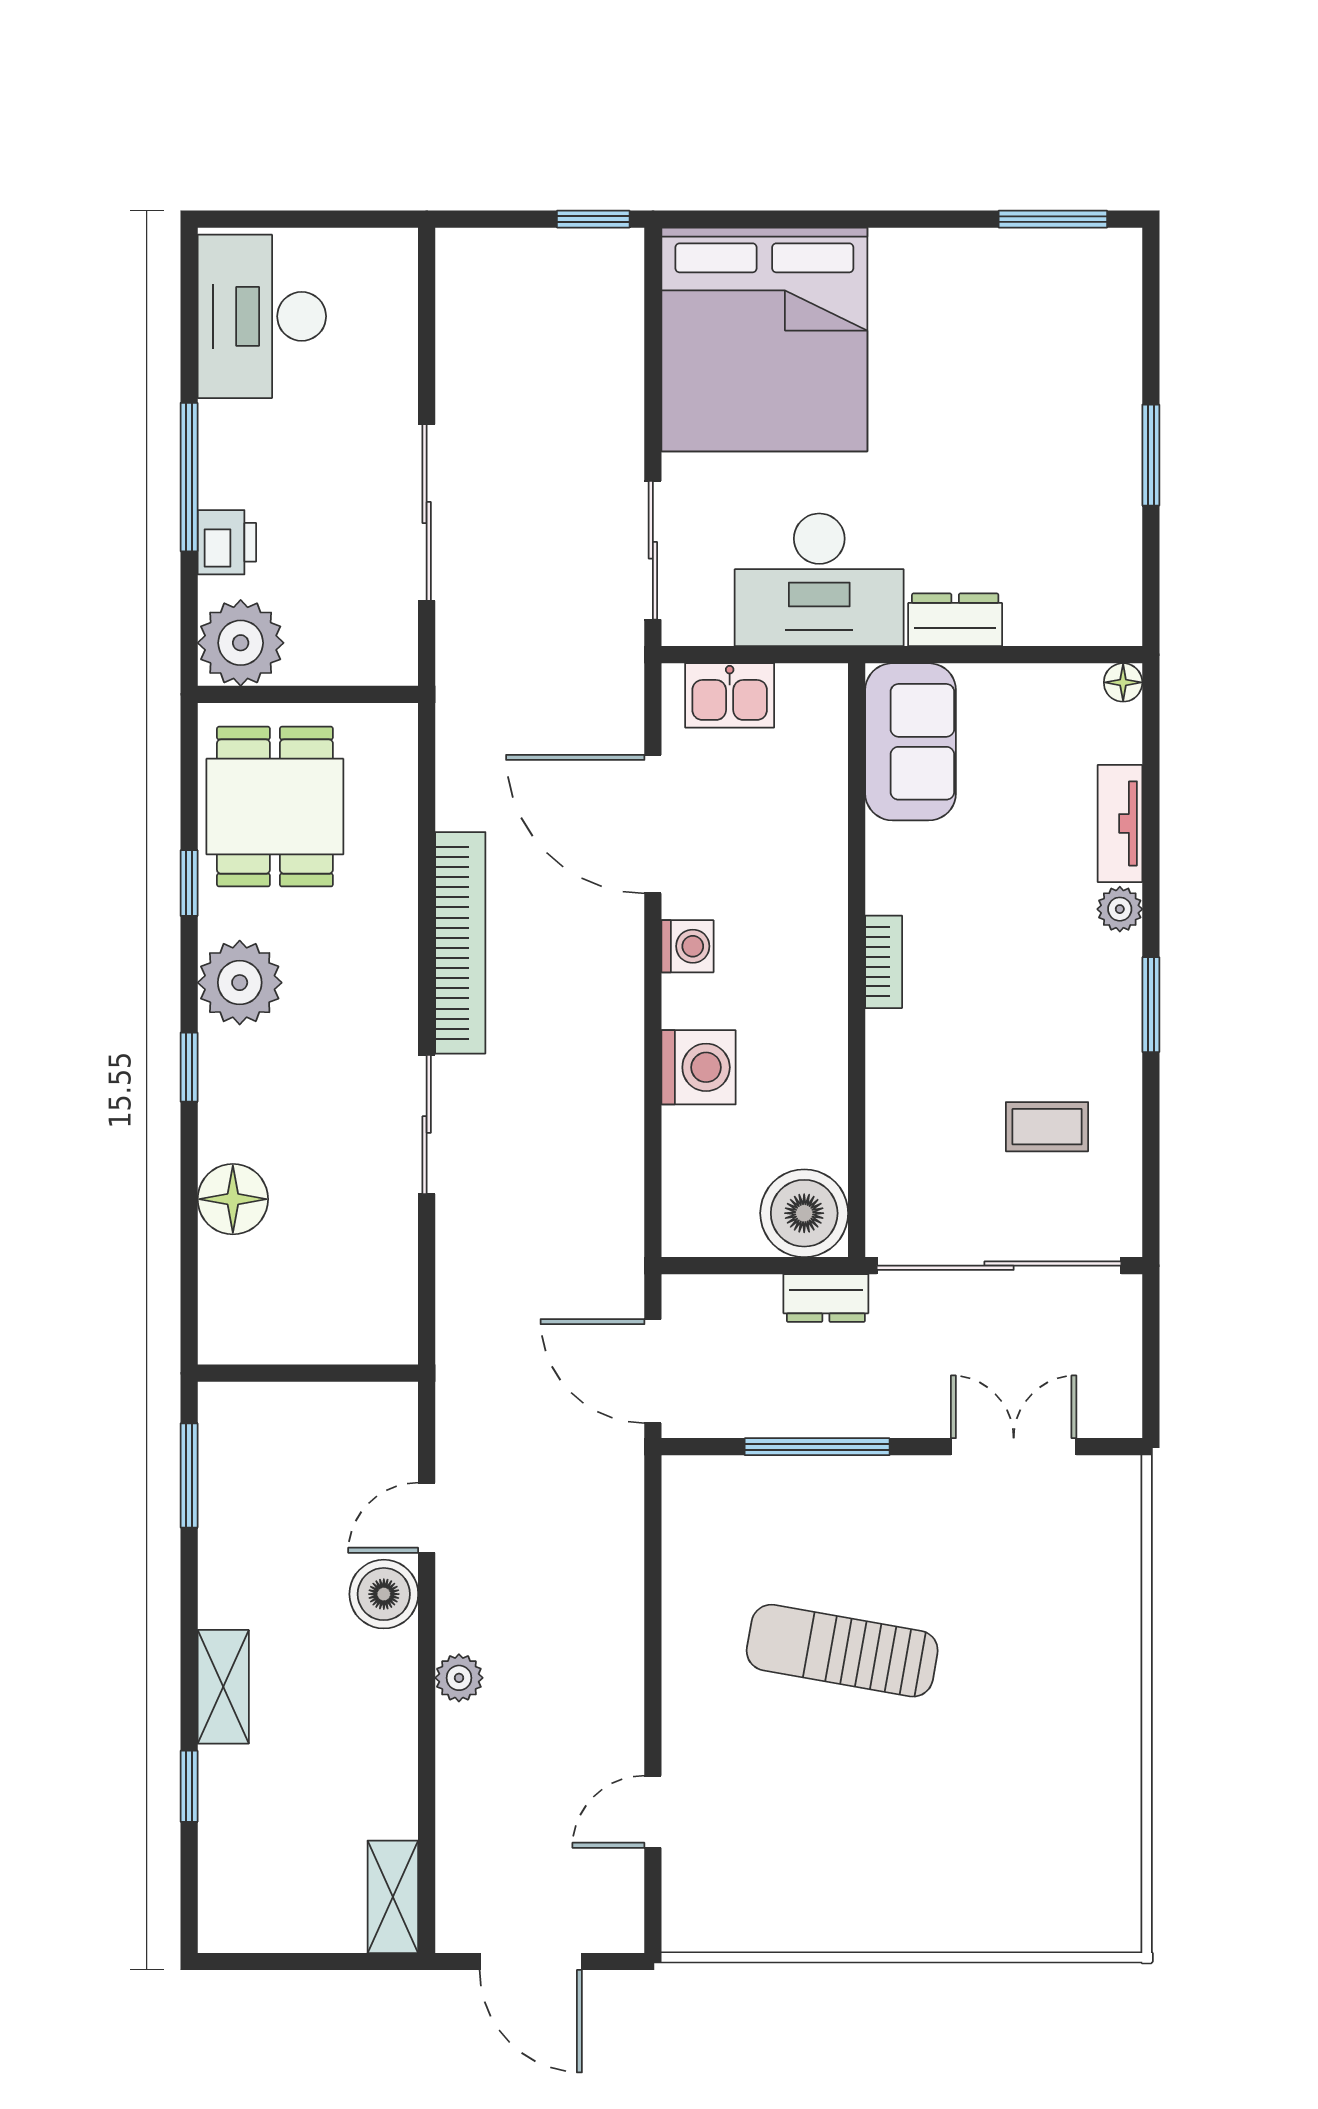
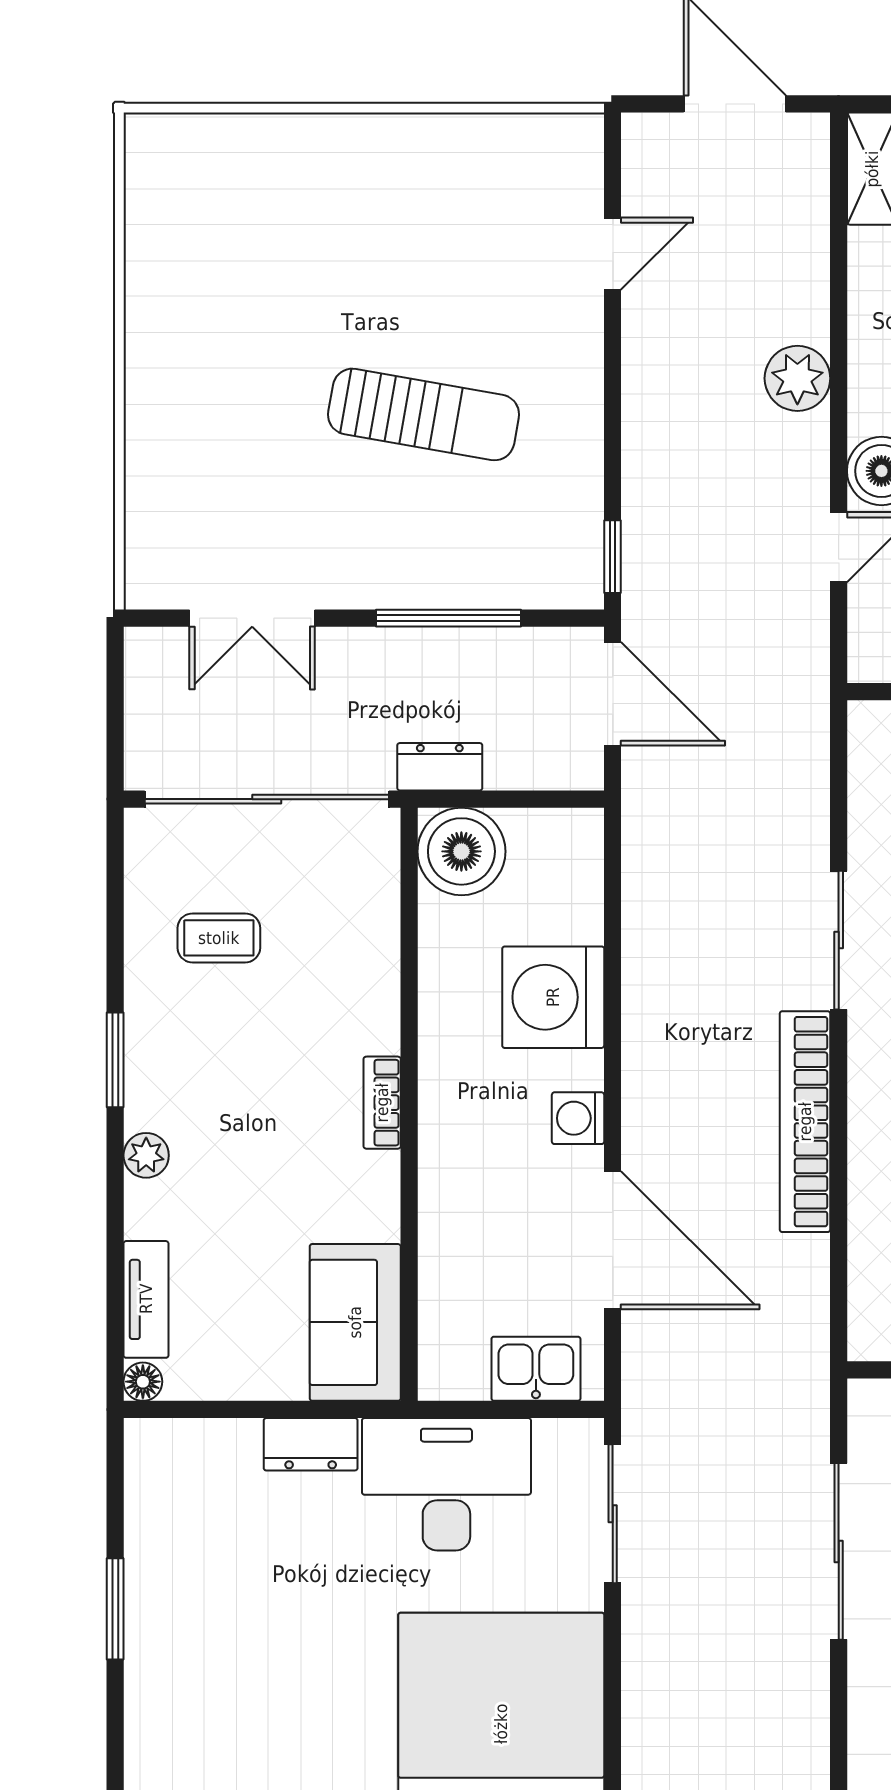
tv unit: (1120, 823) -> (146, 1299), moved
washing machine: (699, 1067) -> (553, 997), width x1.37, depth x1.37
window: (653, 1508) -> (613, 557), added
plant: (459, 1678) -> (797, 378), width x1.38, depth x1.38

